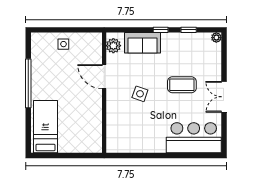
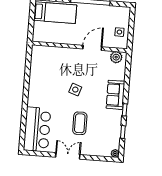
plant: (113, 46) -> (116, 57), moved
door: (104, 77) -> (92, 48), moved
wall: (104, 93) -> (79, 47), moved

